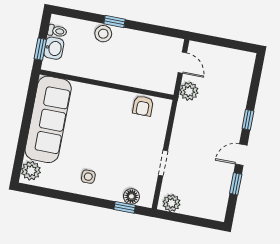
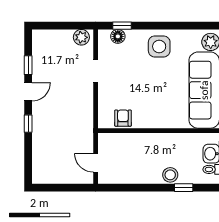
window: (114, 21) -> (184, 188), moved
plant: (189, 91) -> (85, 139), removed
side table: (88, 177) -> (159, 46), width x1.87, depth x1.87

